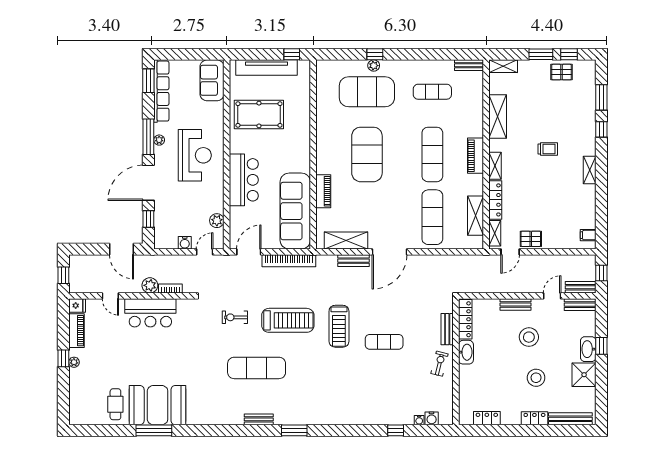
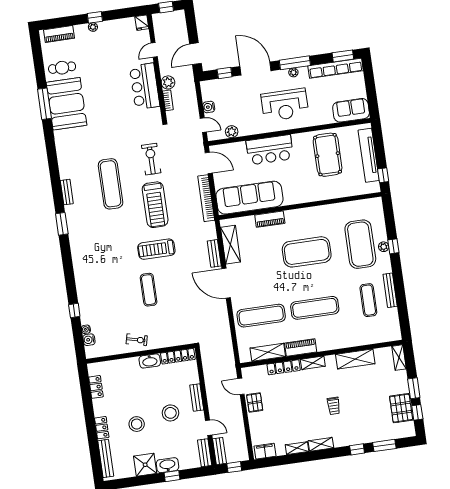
bench: (469, 65) -> (390, 290), moved, width x1.36
pallet: (562, 72) -> (401, 408), width x1.50, depth x1.42
piano: (475, 156) -> (301, 348), moved
shelving: (495, 233) -> (297, 448), moved
filing cabinet: (588, 235) -> (265, 451), width x2.00
exercise bike: (235, 317) -> (151, 159), width x1.38, depth x1.39
bench: (447, 329) -> (167, 342), removed
piano: (76, 331) -> (59, 34), moved

